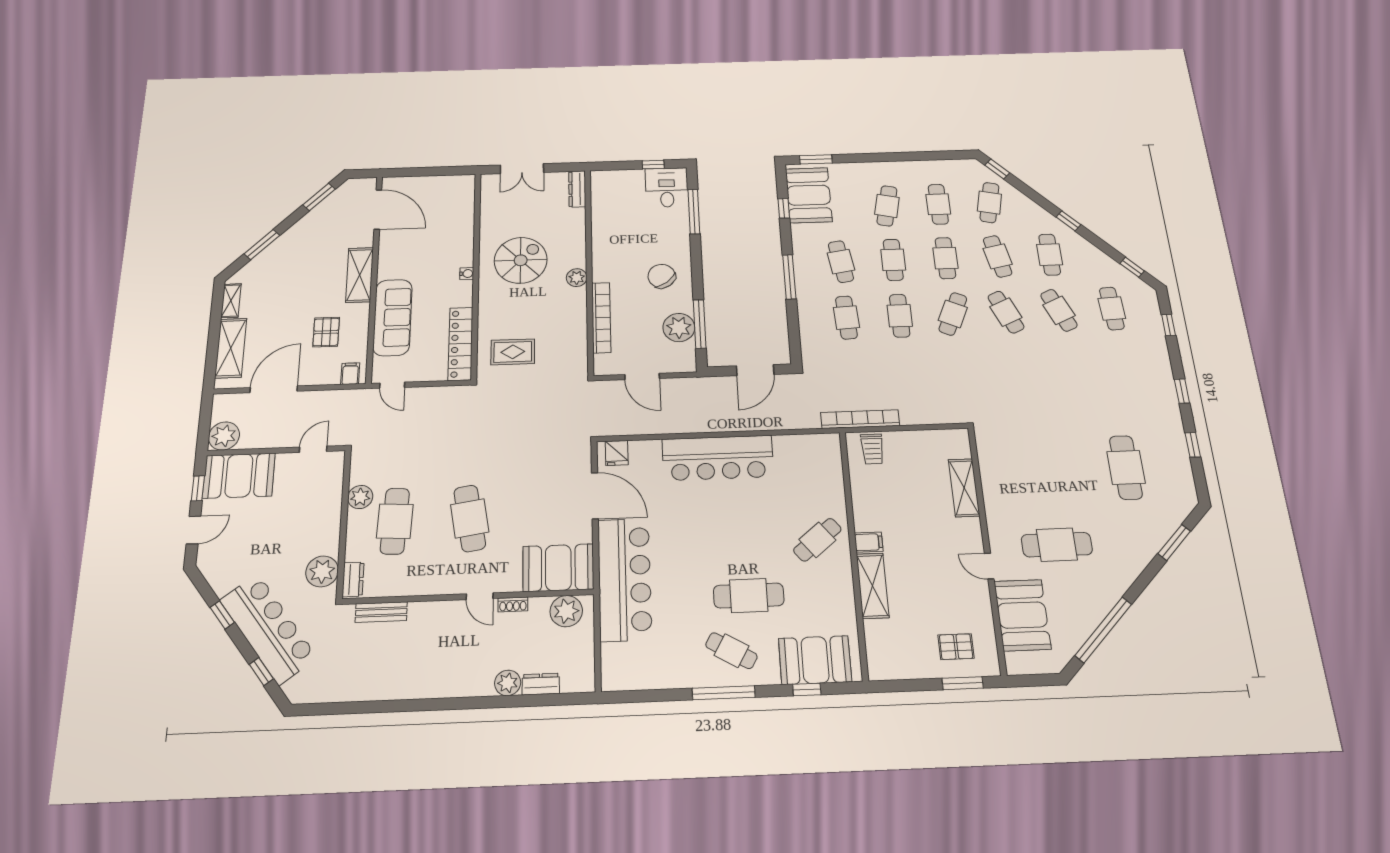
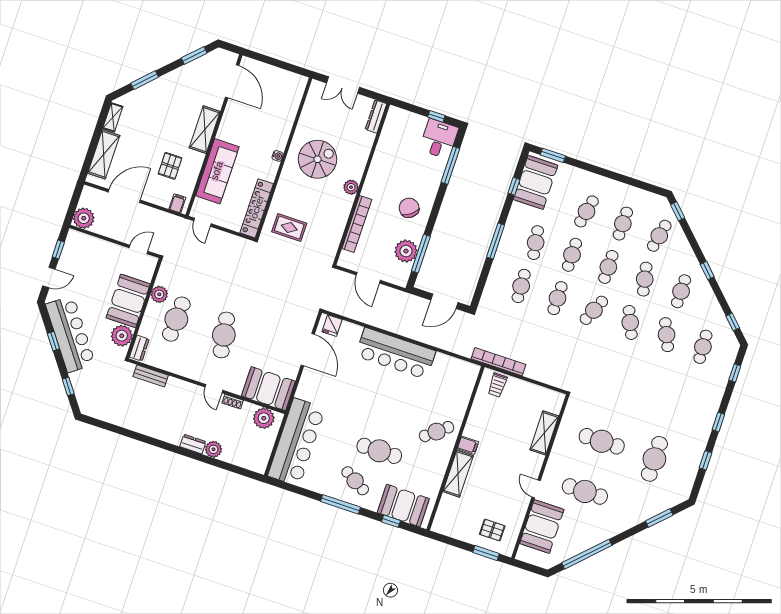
cafe table: (1045, 470) -> (602, 441), added
booth: (239, 476) -> (128, 301), moved, turned 90
bar counter: (625, 579) -> (296, 442), moved
bar counter: (268, 629) -> (70, 334), moved
dresser: (541, 684) -> (193, 444), moved

